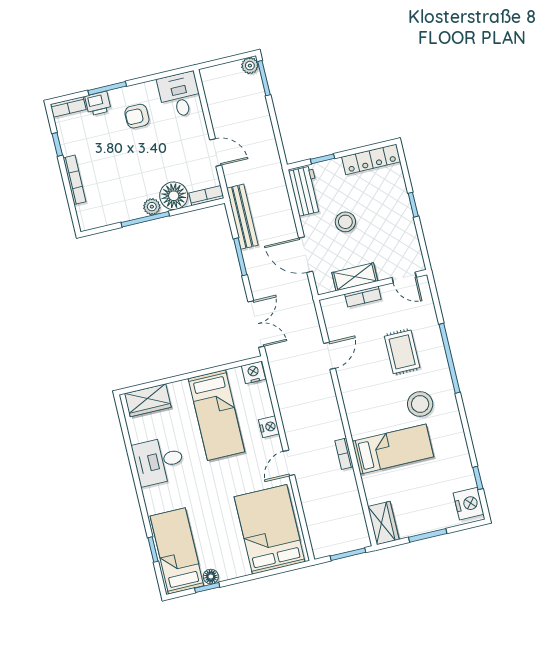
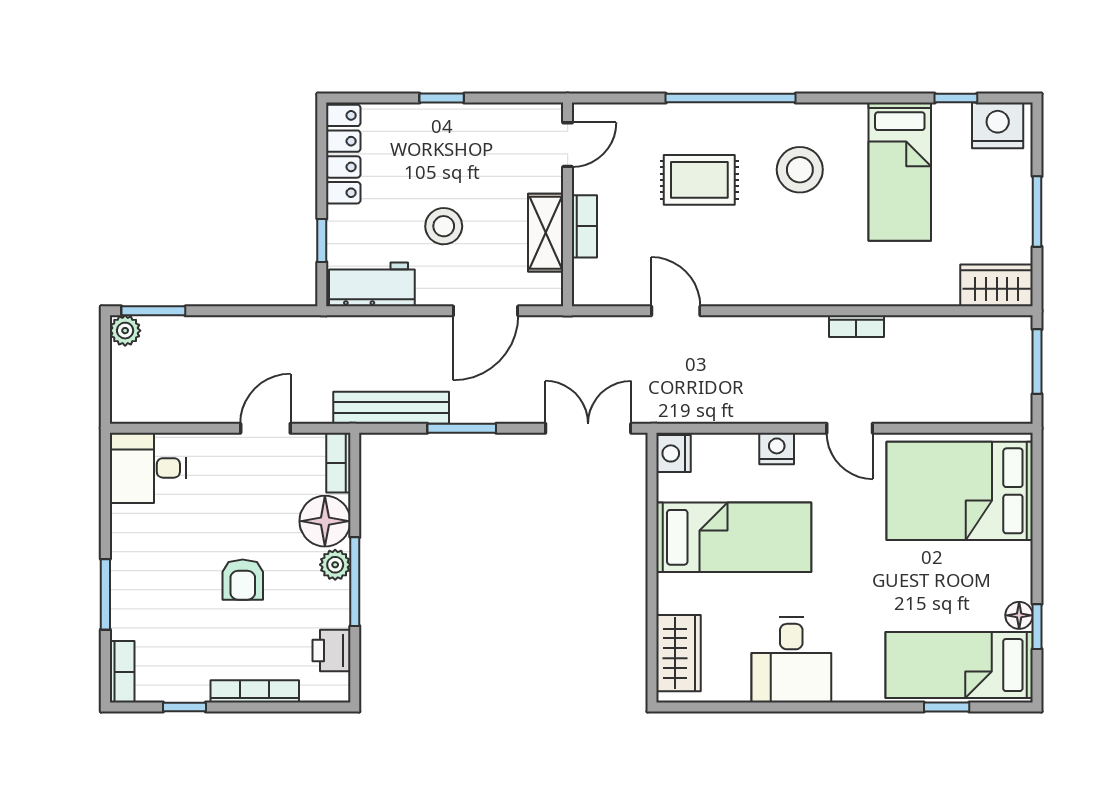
printer: (98, 104) -> (331, 651), moved, turned 180
armchair: (137, 116) -> (243, 580), moved
bed: (393, 449) -> (900, 172), moved, turned 180

